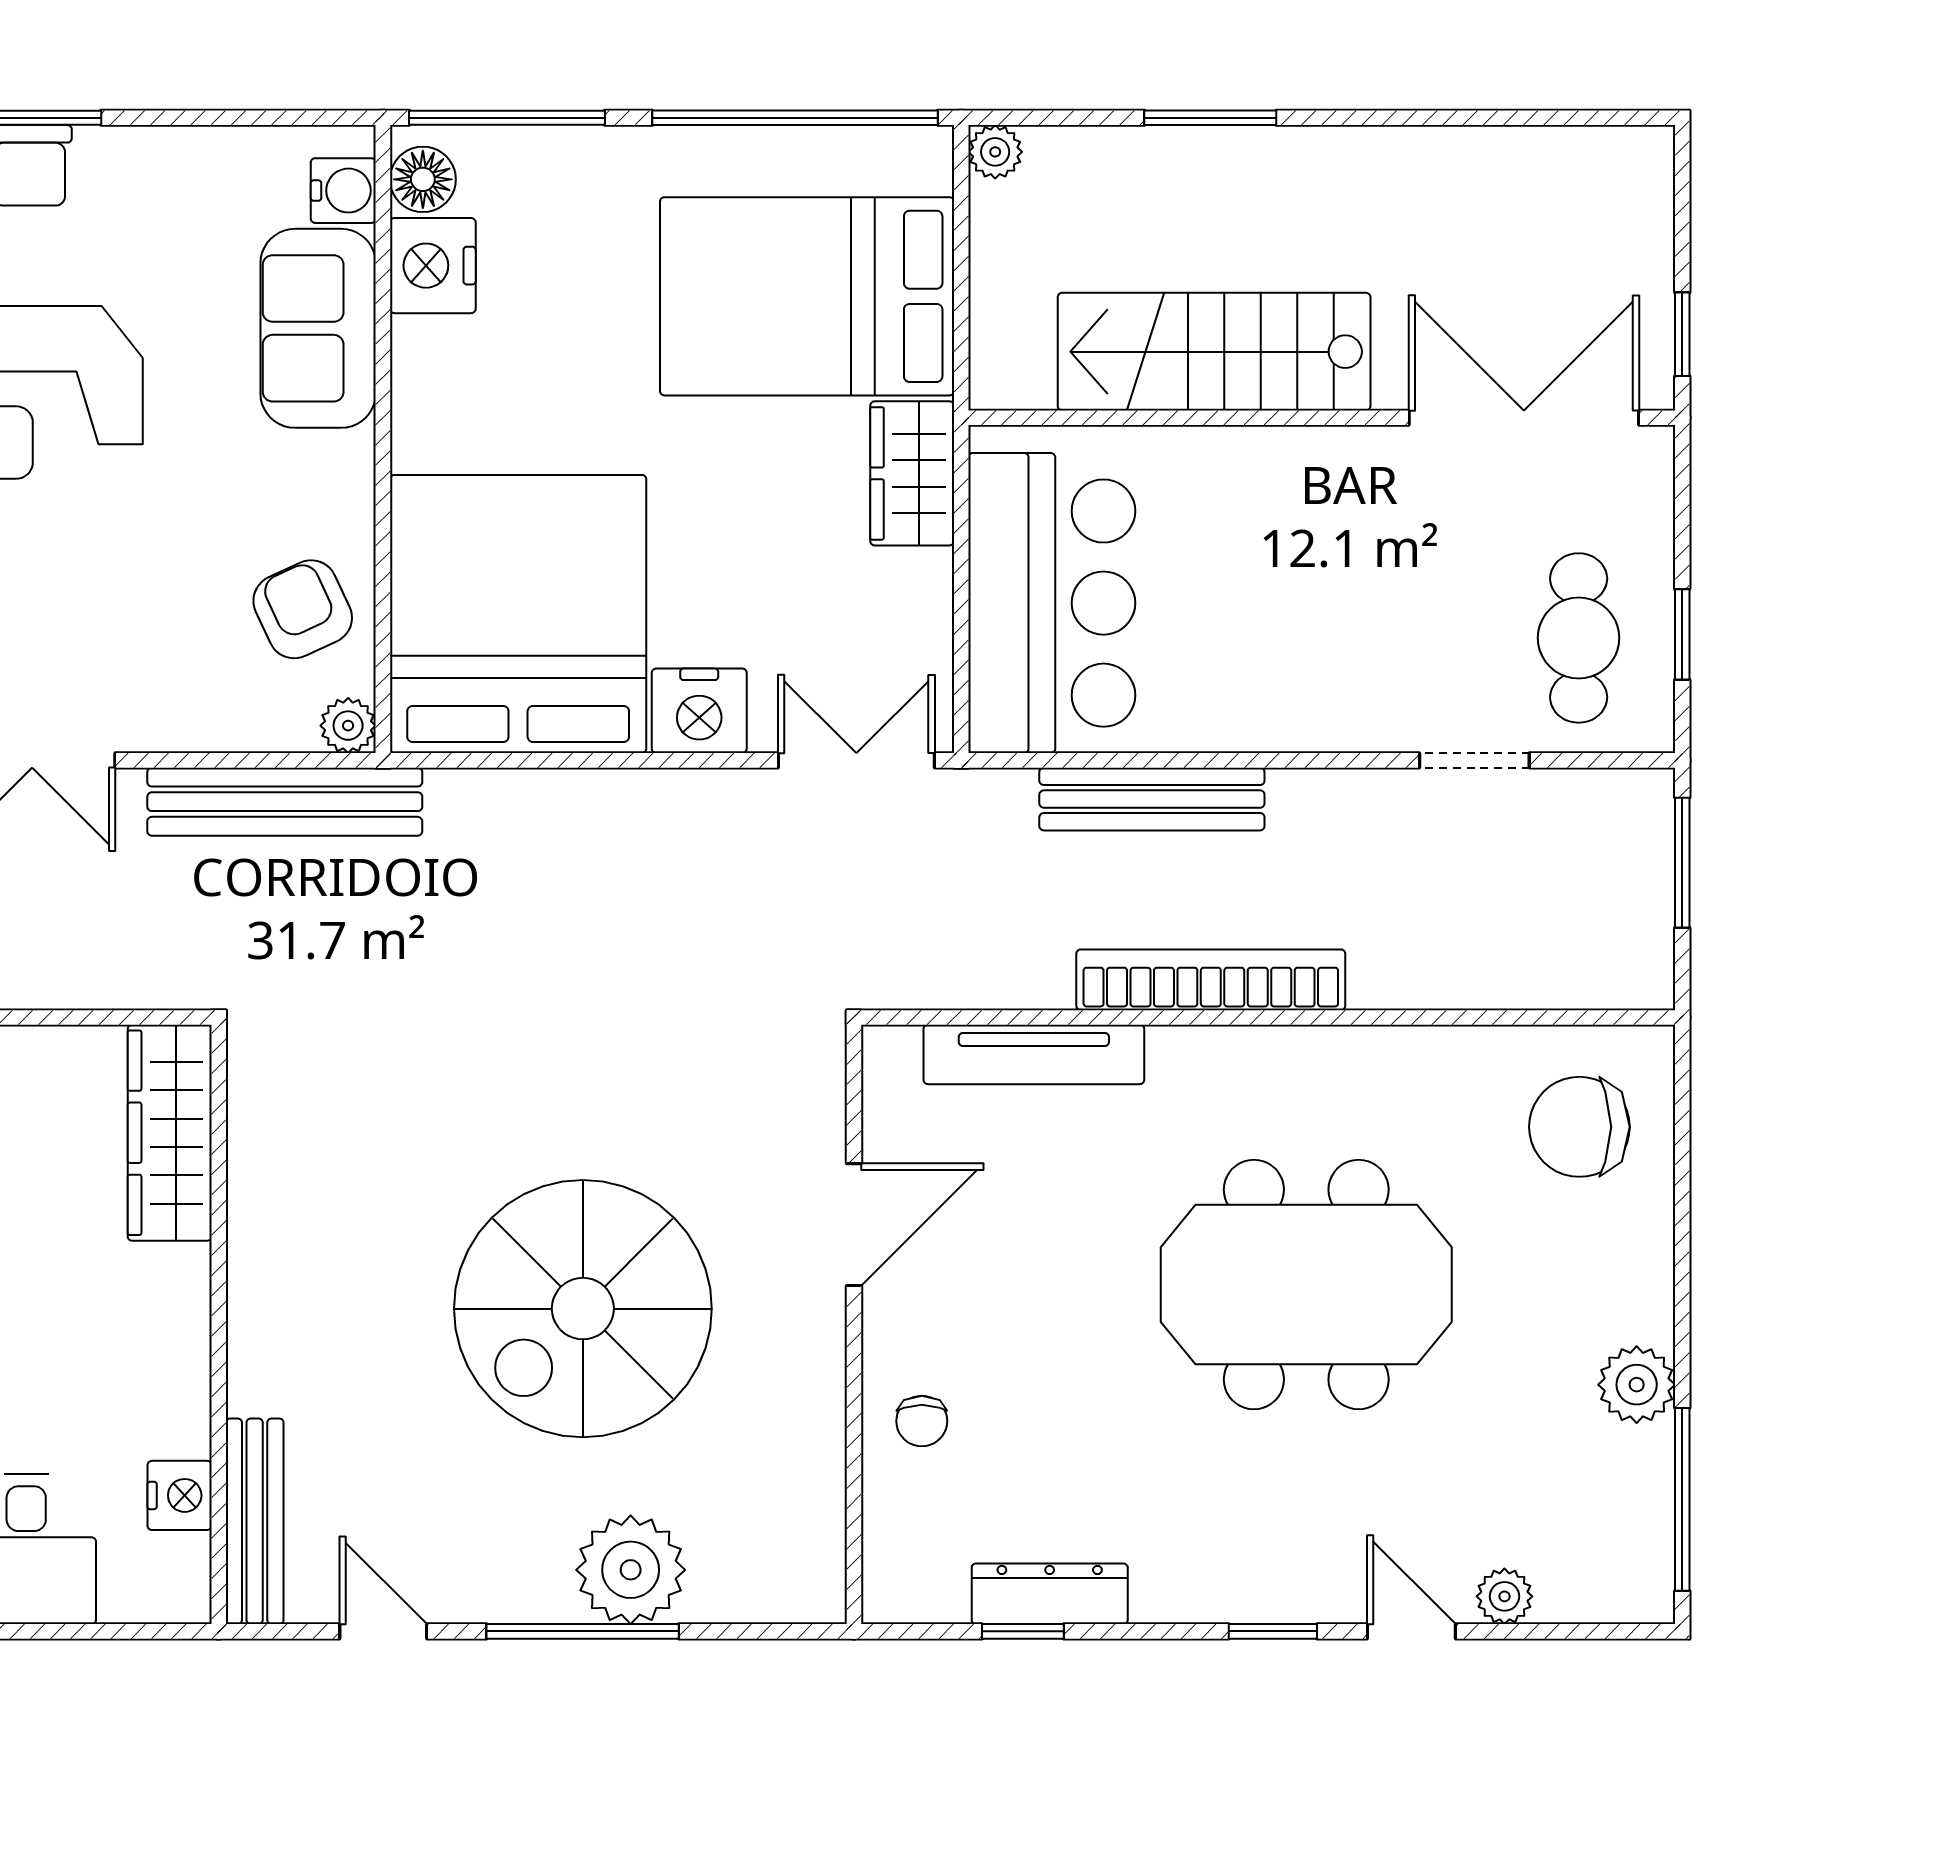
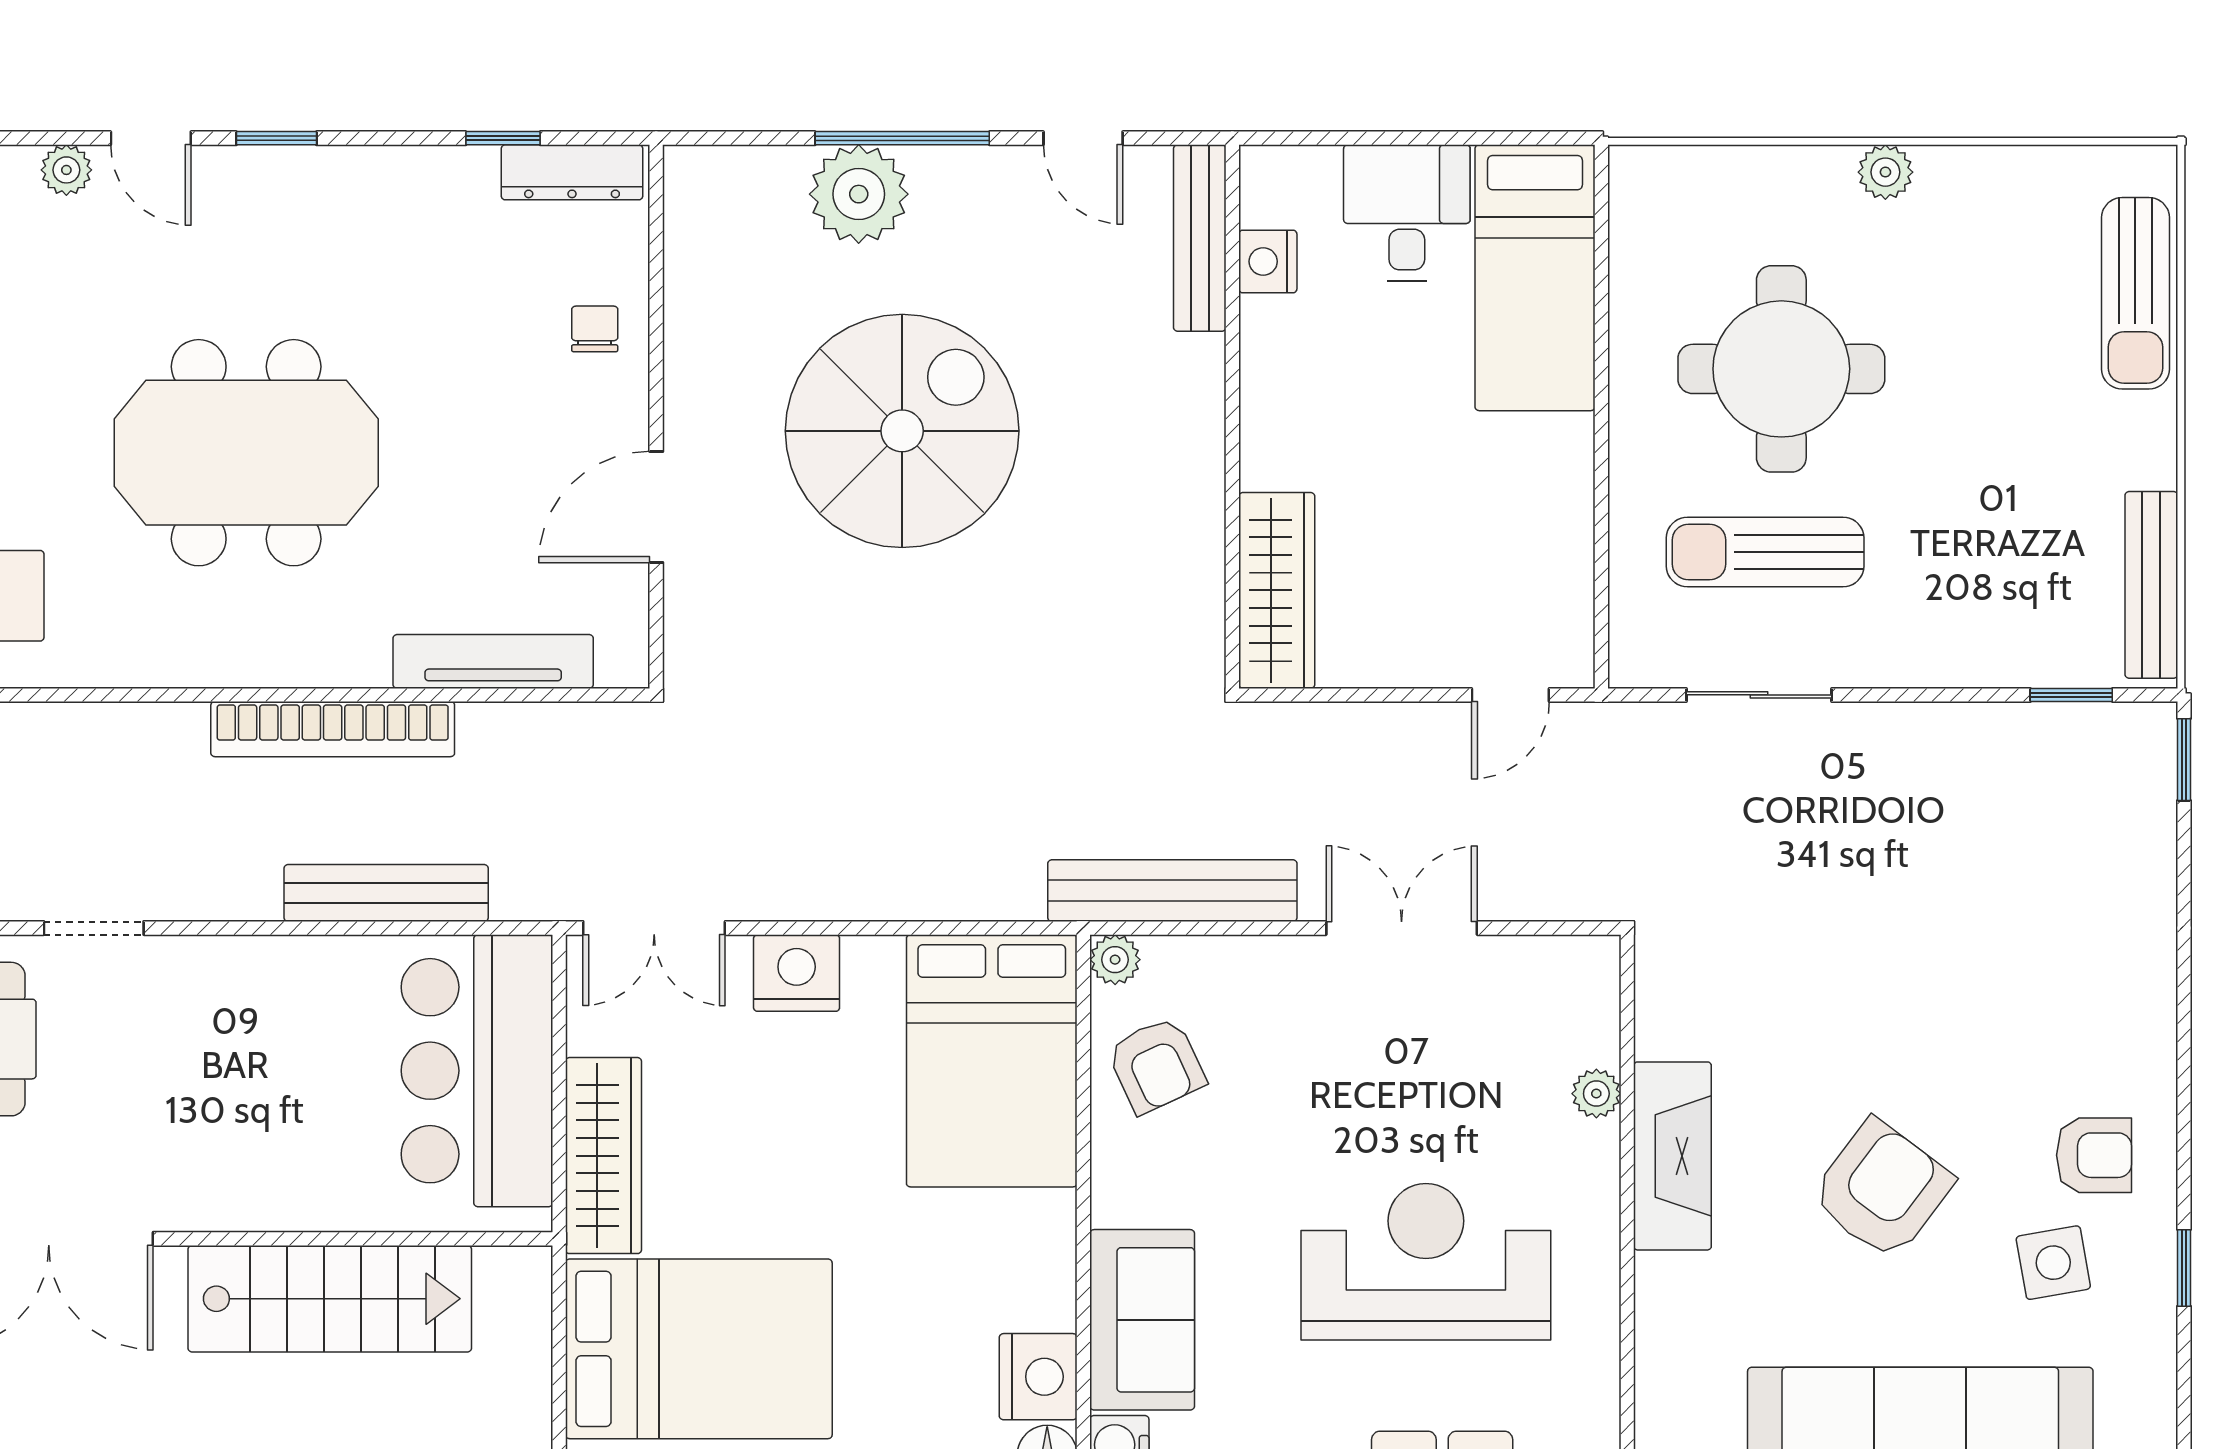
wardrobe: (912, 473) -> (603, 1156), width x1.50
bed: (518, 614) -> (992, 1061), width x0.73
dresser: (1050, 1594) -> (572, 172), moved

